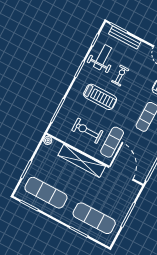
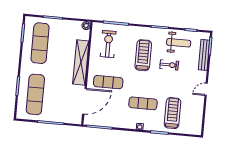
treadmill: (100, 97) -> (143, 55), turned 180
exercise bike: (87, 131) -> (108, 44), moved

